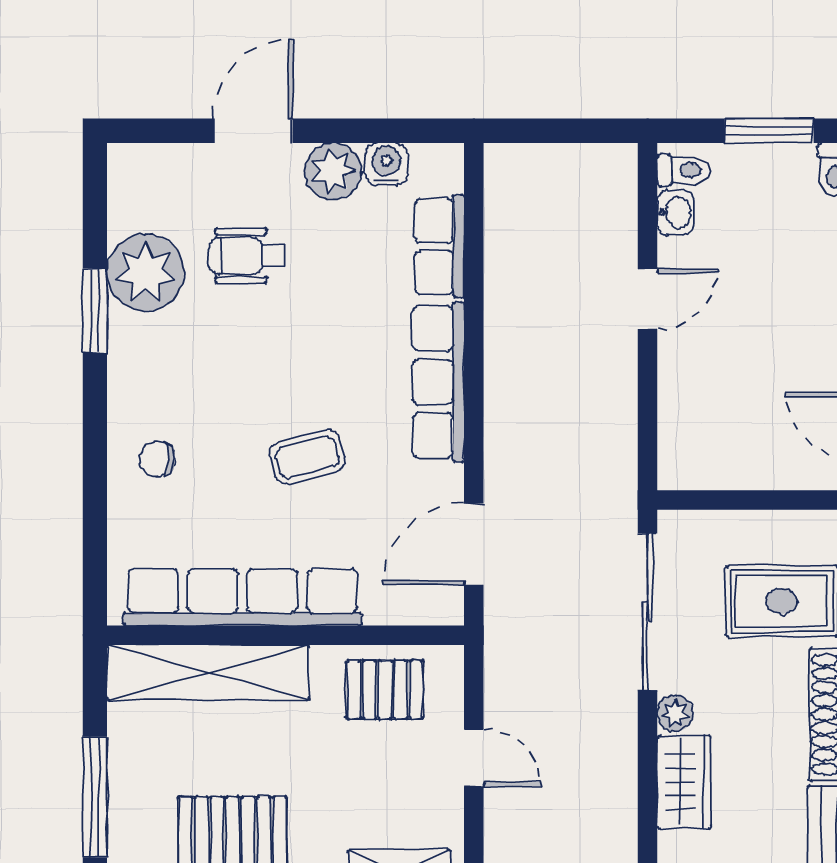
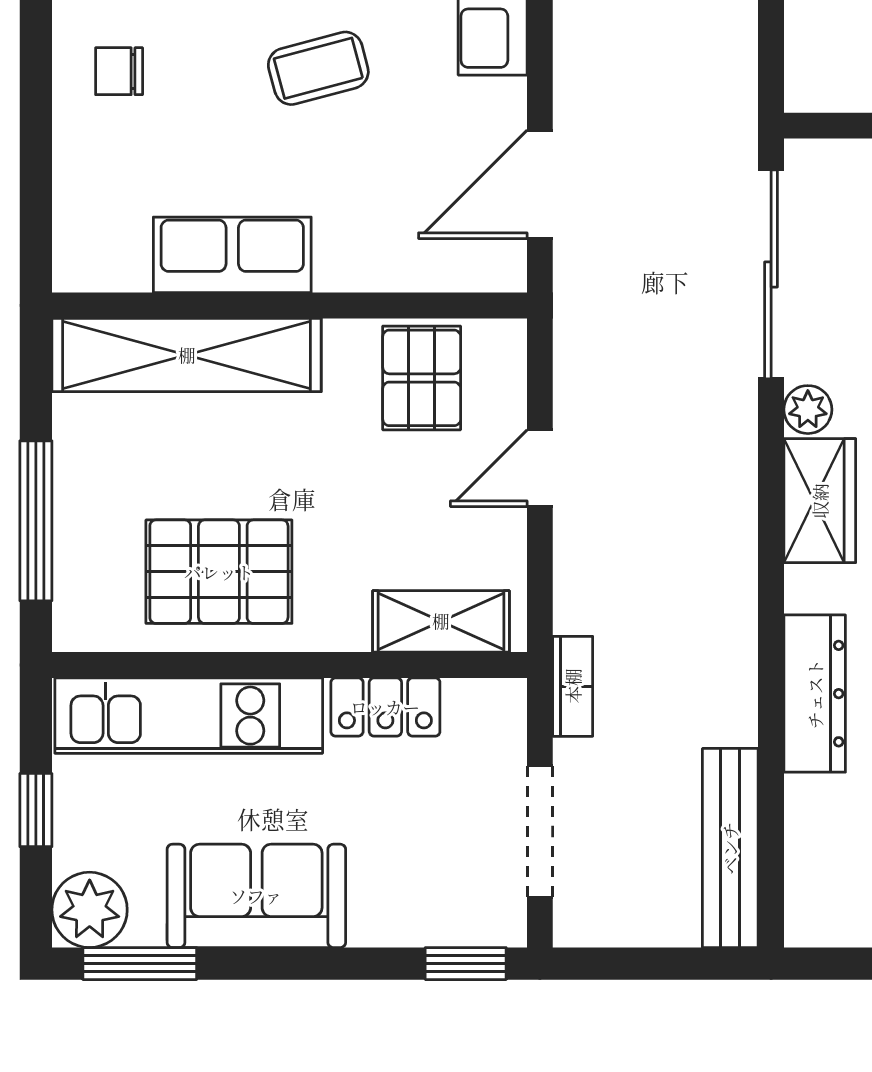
row of seats: (243, 597) -> (232, 255), width x0.50
pallet: (385, 690) -> (422, 378), turned 90
door: (474, 758) -> (540, 468), swing flipped

